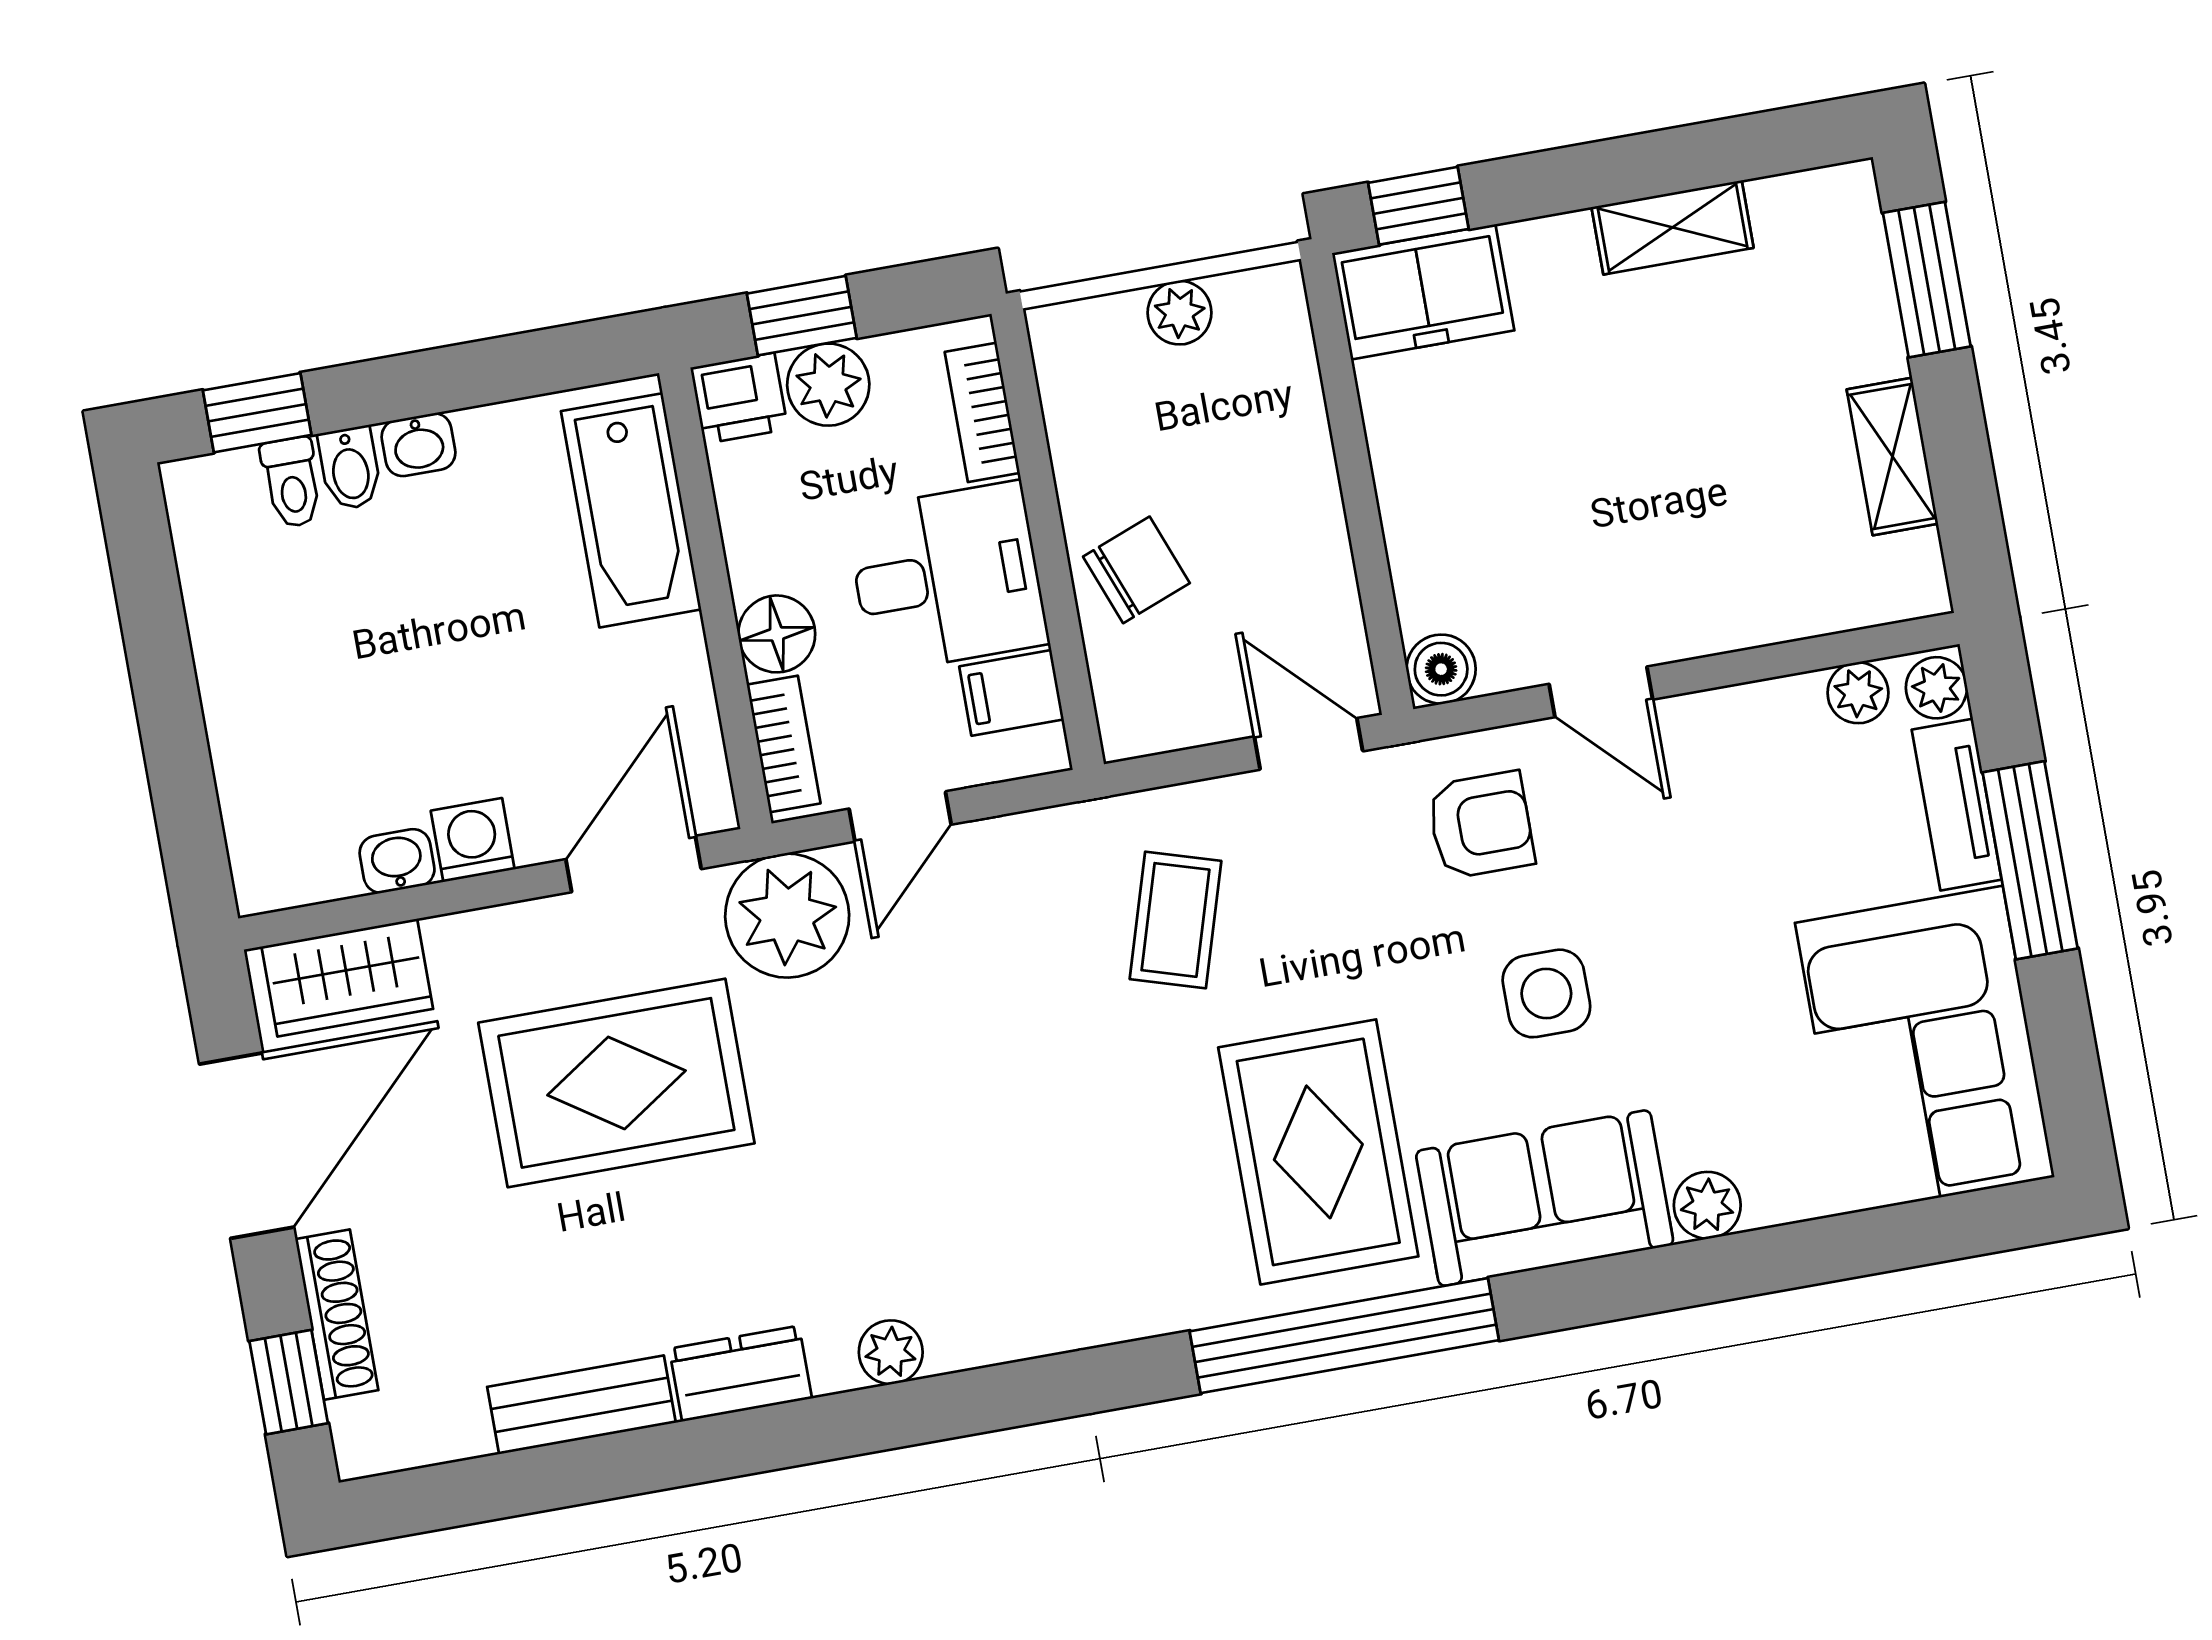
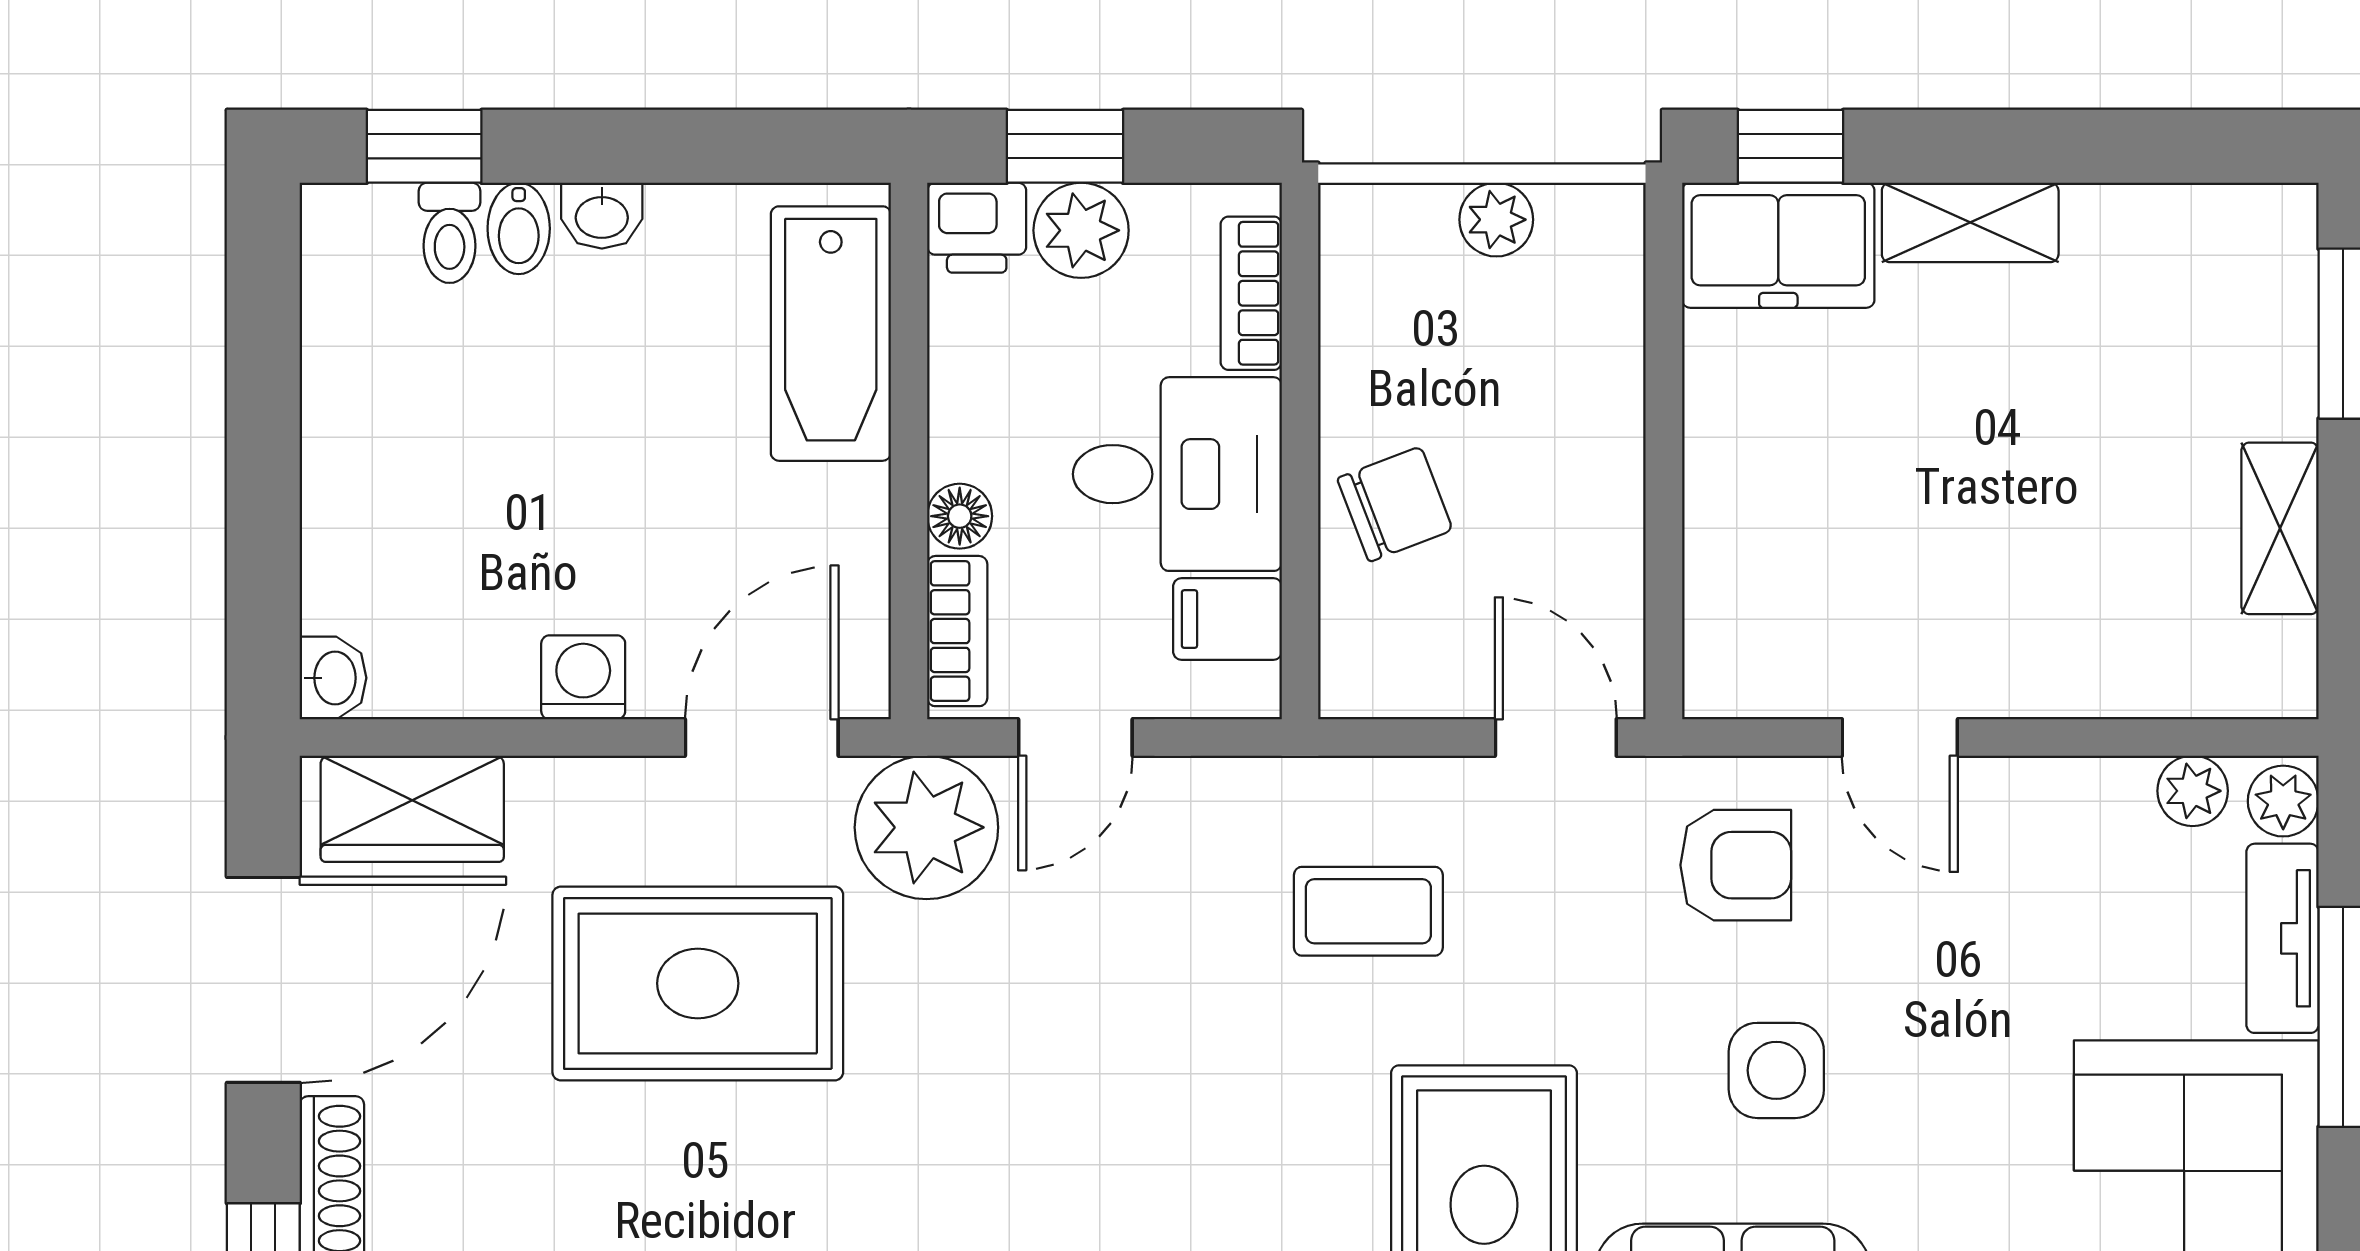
shelving: (1672, 227) -> (1970, 222), moved
floor lamp: (777, 634) -> (960, 516), width x0.73, depth x0.73
boiler: (1441, 669) -> (1722, 679), removed
washbasin: (397, 861) -> (333, 678), moved, turned 90
coffee table: (1176, 920) -> (1368, 911), turned 73

